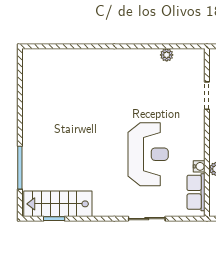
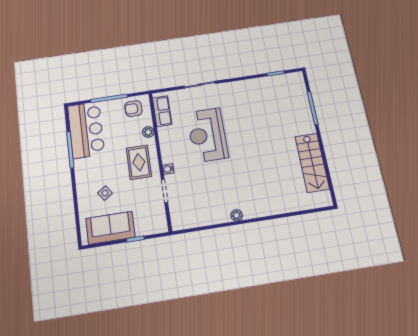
plant: (167, 55) -> (237, 215), moved
water cooler: (199, 166) -> (168, 169), moved
stairs: (58, 204) -> (312, 163), moved, turned 90

